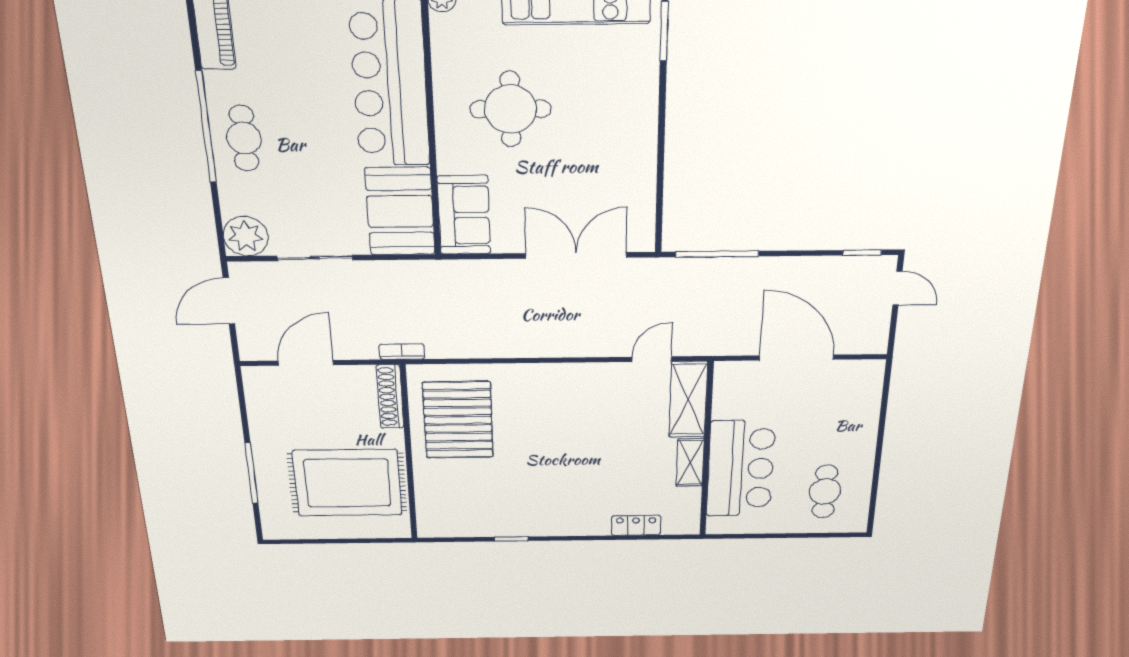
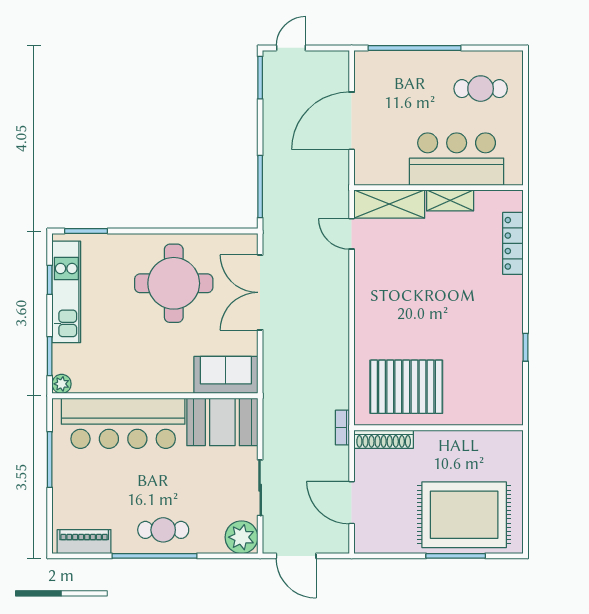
round table: (510, 109) -> (174, 283), moved, width x1.36, depth x1.36
window: (862, 253) -> (260, 78), width x1.50
window: (882, 424) -> (415, 48), added
rug: (347, 483) -> (464, 515), moved, turned 90
locker: (636, 525) -> (513, 243), width x1.53

